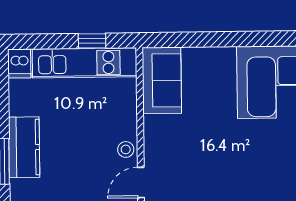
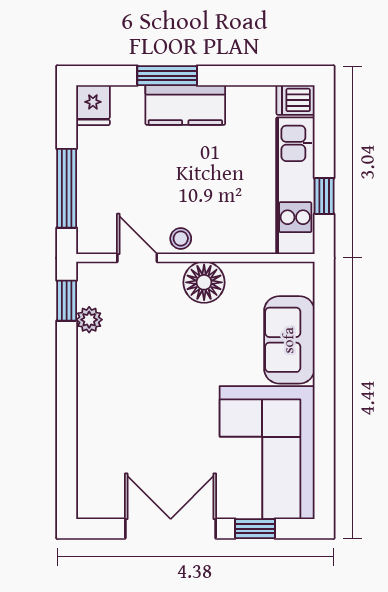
sofa: (162, 80) -> (289, 340), moved, turned 90
floor lamp: (159, 131) -> (204, 282), added

